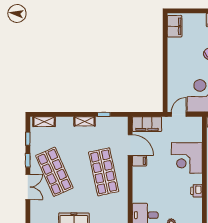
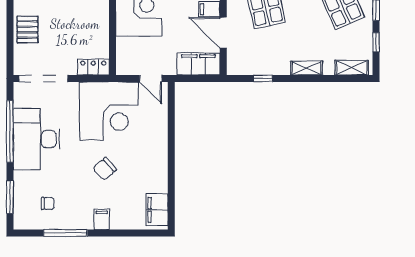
door: (179, 114) -> (151, 78), hinge flipped
shelving: (85, 121) -> (307, 68), moved

